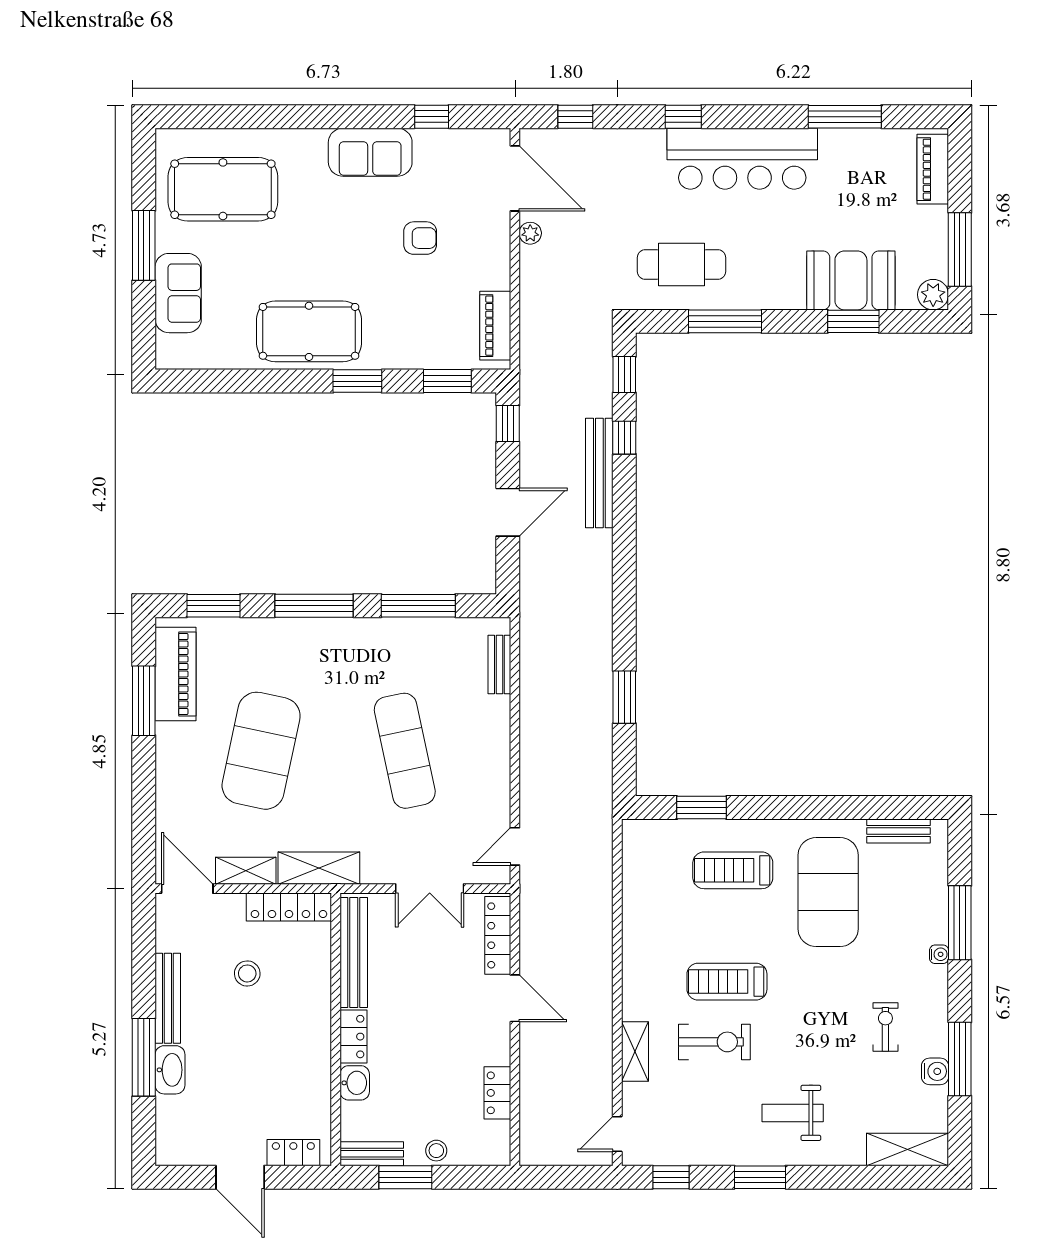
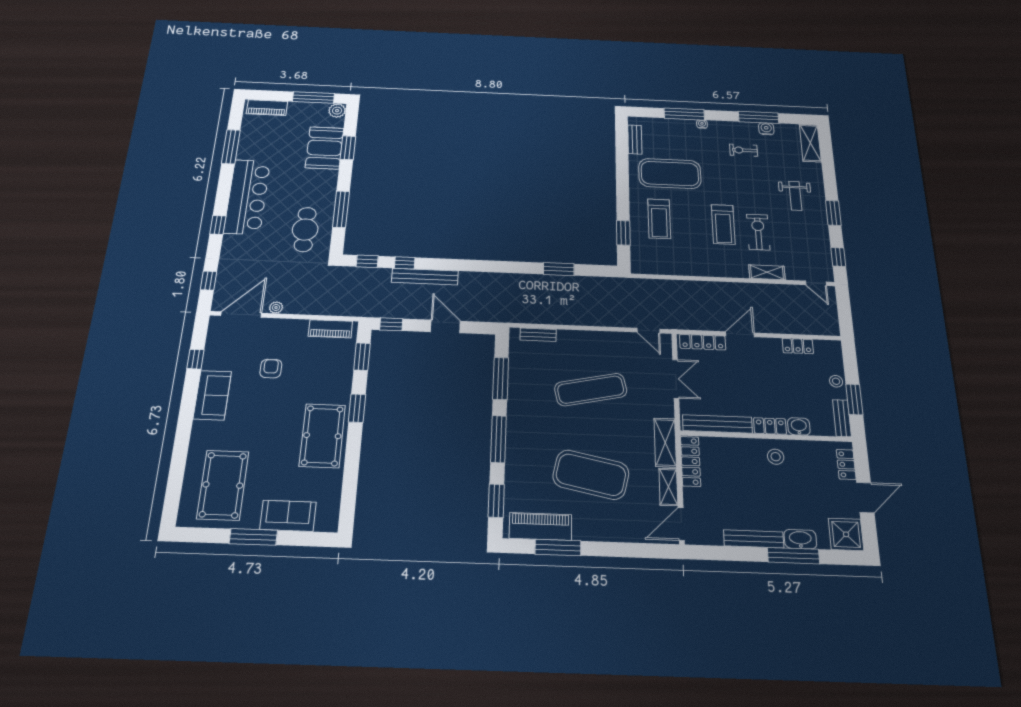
stool: (247, 973) -> (776, 457), moved
shower: (180, 1141) -> (846, 534), added

